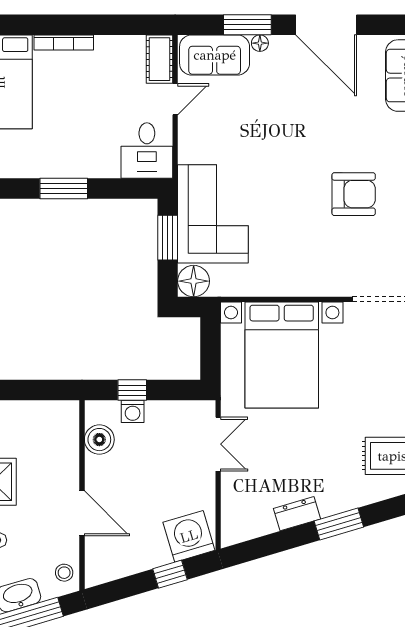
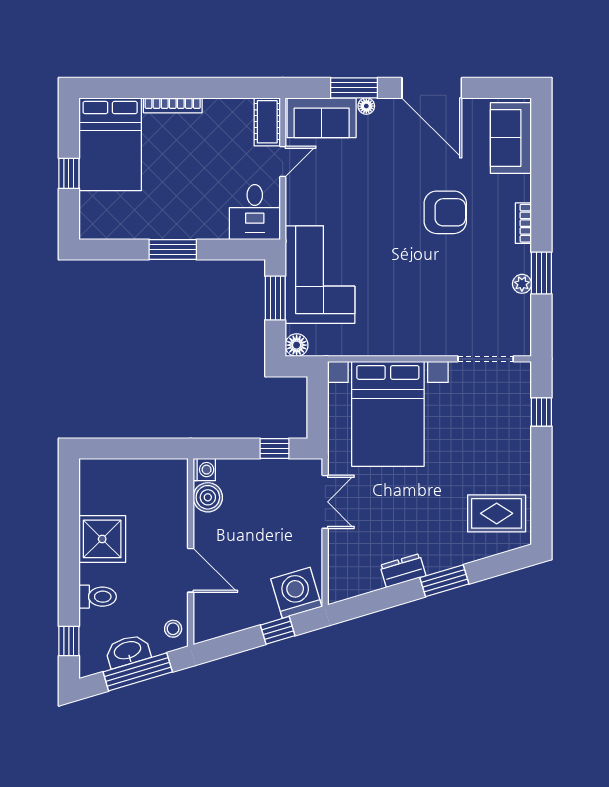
armchair: (354, 194) -> (445, 212), moved
floor lamp: (194, 281) -> (297, 345), width x0.73, depth x0.73
window: (132, 390) -> (274, 448), moved
washing machine: (133, 411) -> (204, 470), moved, turned -90

